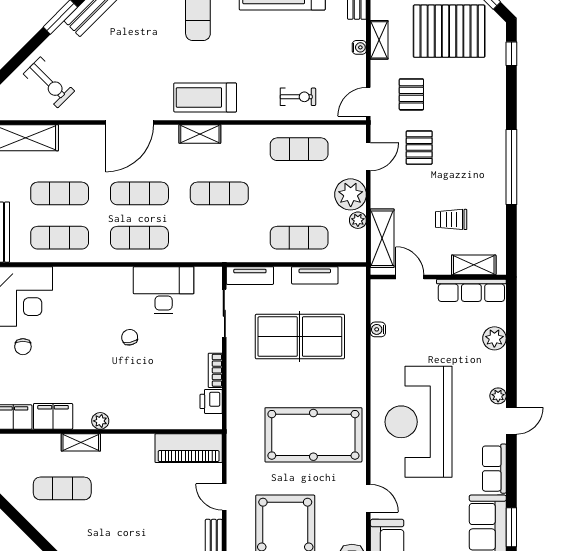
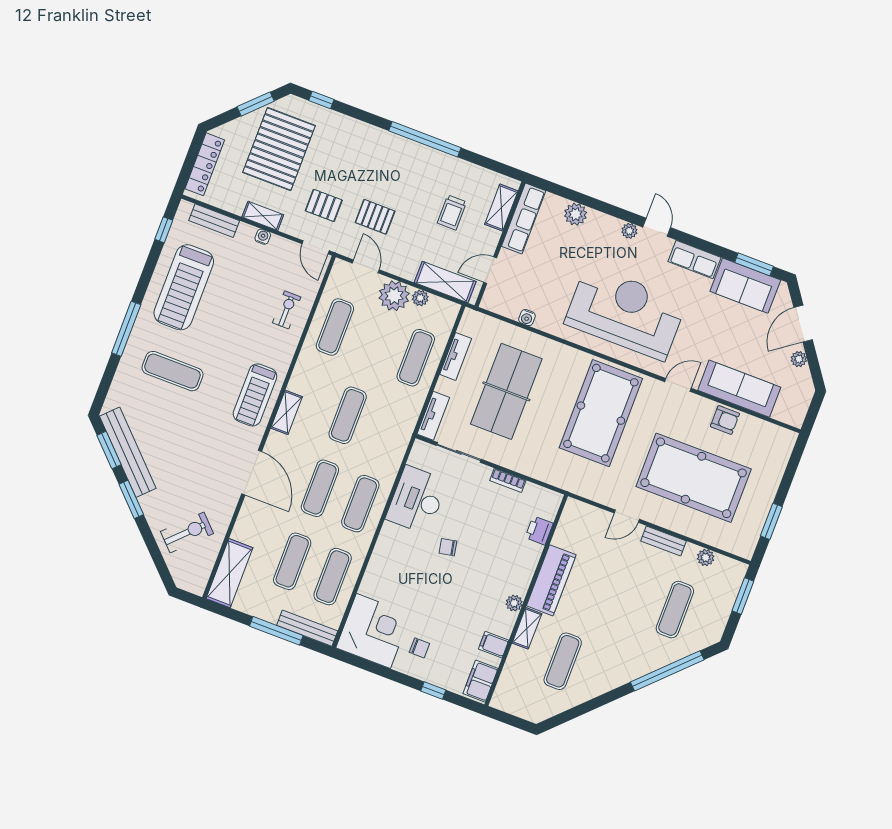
printer: (211, 401) -> (539, 530), moved, turned 90
filing cabinet: (53, 416) -> (494, 645), width x0.50
reception desk: (418, 422) -> (625, 313), turned 180
piano: (189, 448) -> (551, 580), moved

